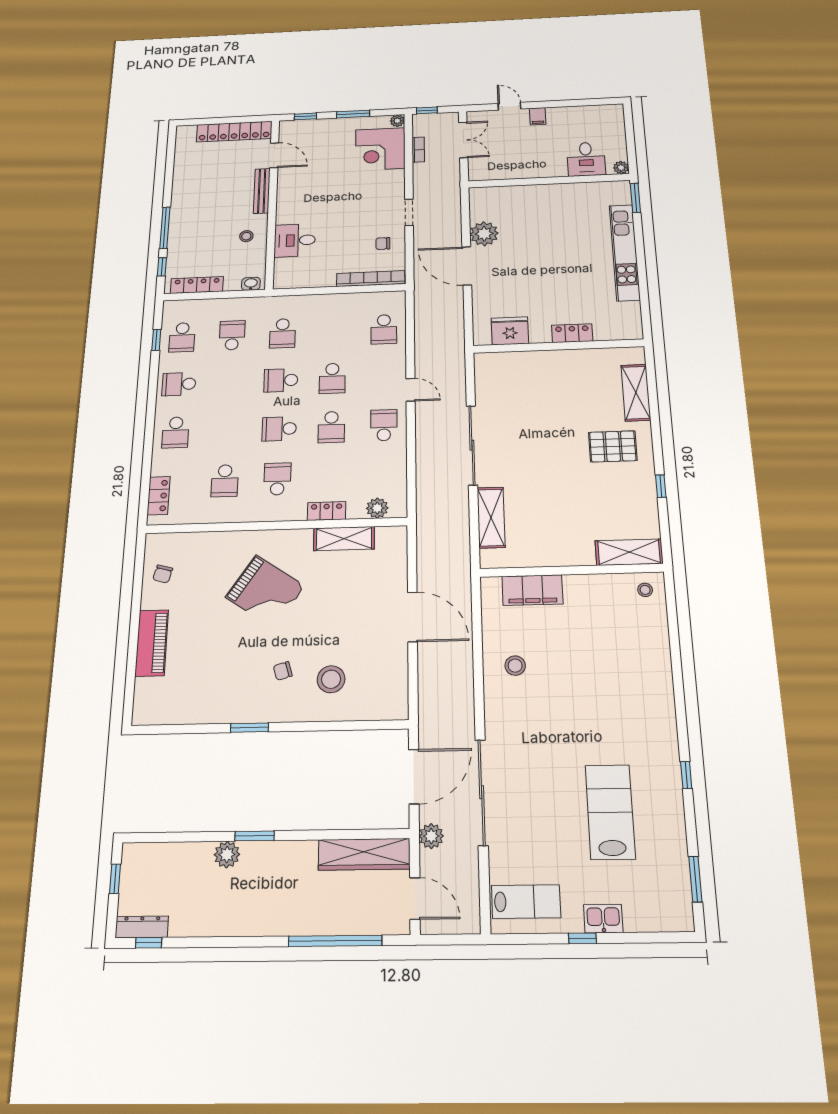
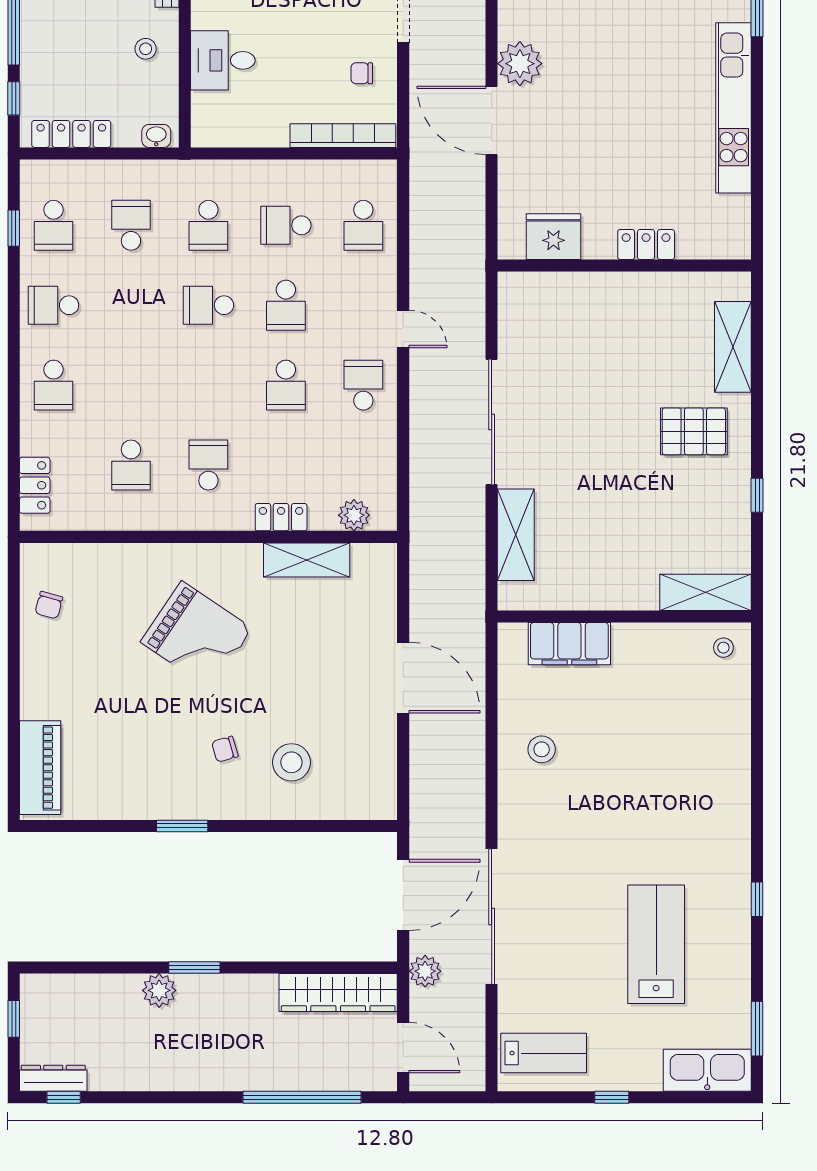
school desk: (279, 429) -> (286, 225), moved
piano: (152, 643) -> (40, 768), moved
kitchen sink: (603, 919) -> (707, 1070), moved, width x1.87, depth x1.24

